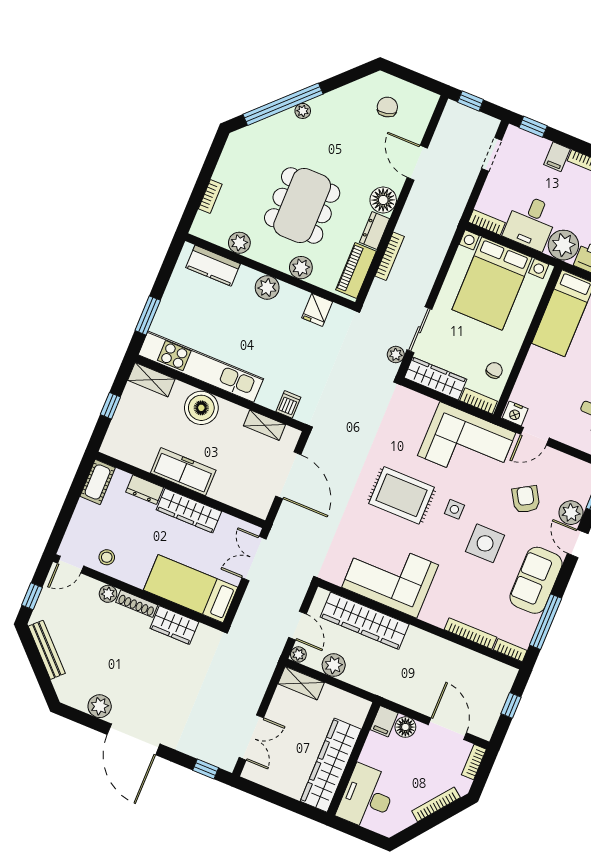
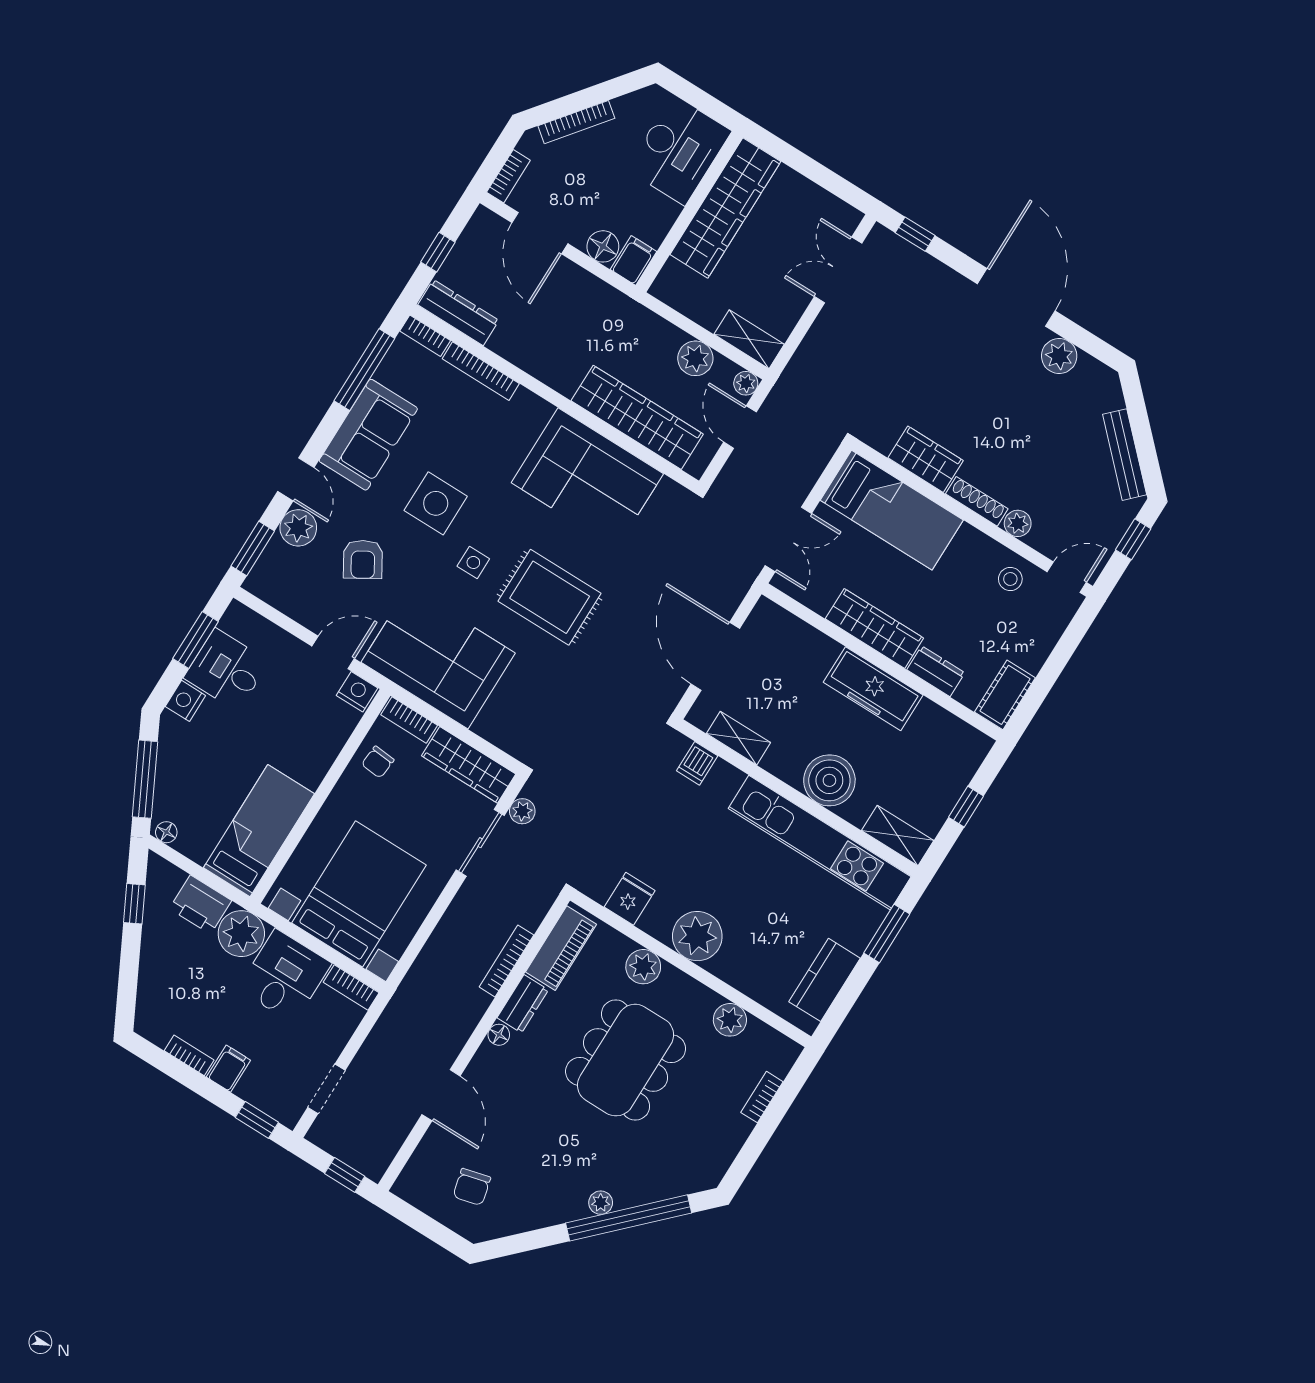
floor lamp: (383, 200) -> (499, 1035), width x0.53, depth x0.53
kitchen counter: (213, 266) -> (825, 980), moved, turned -90
plant: (267, 288) -> (697, 936), width x1.36, depth x1.36
dresser: (491, 669) -> (458, 313), added

